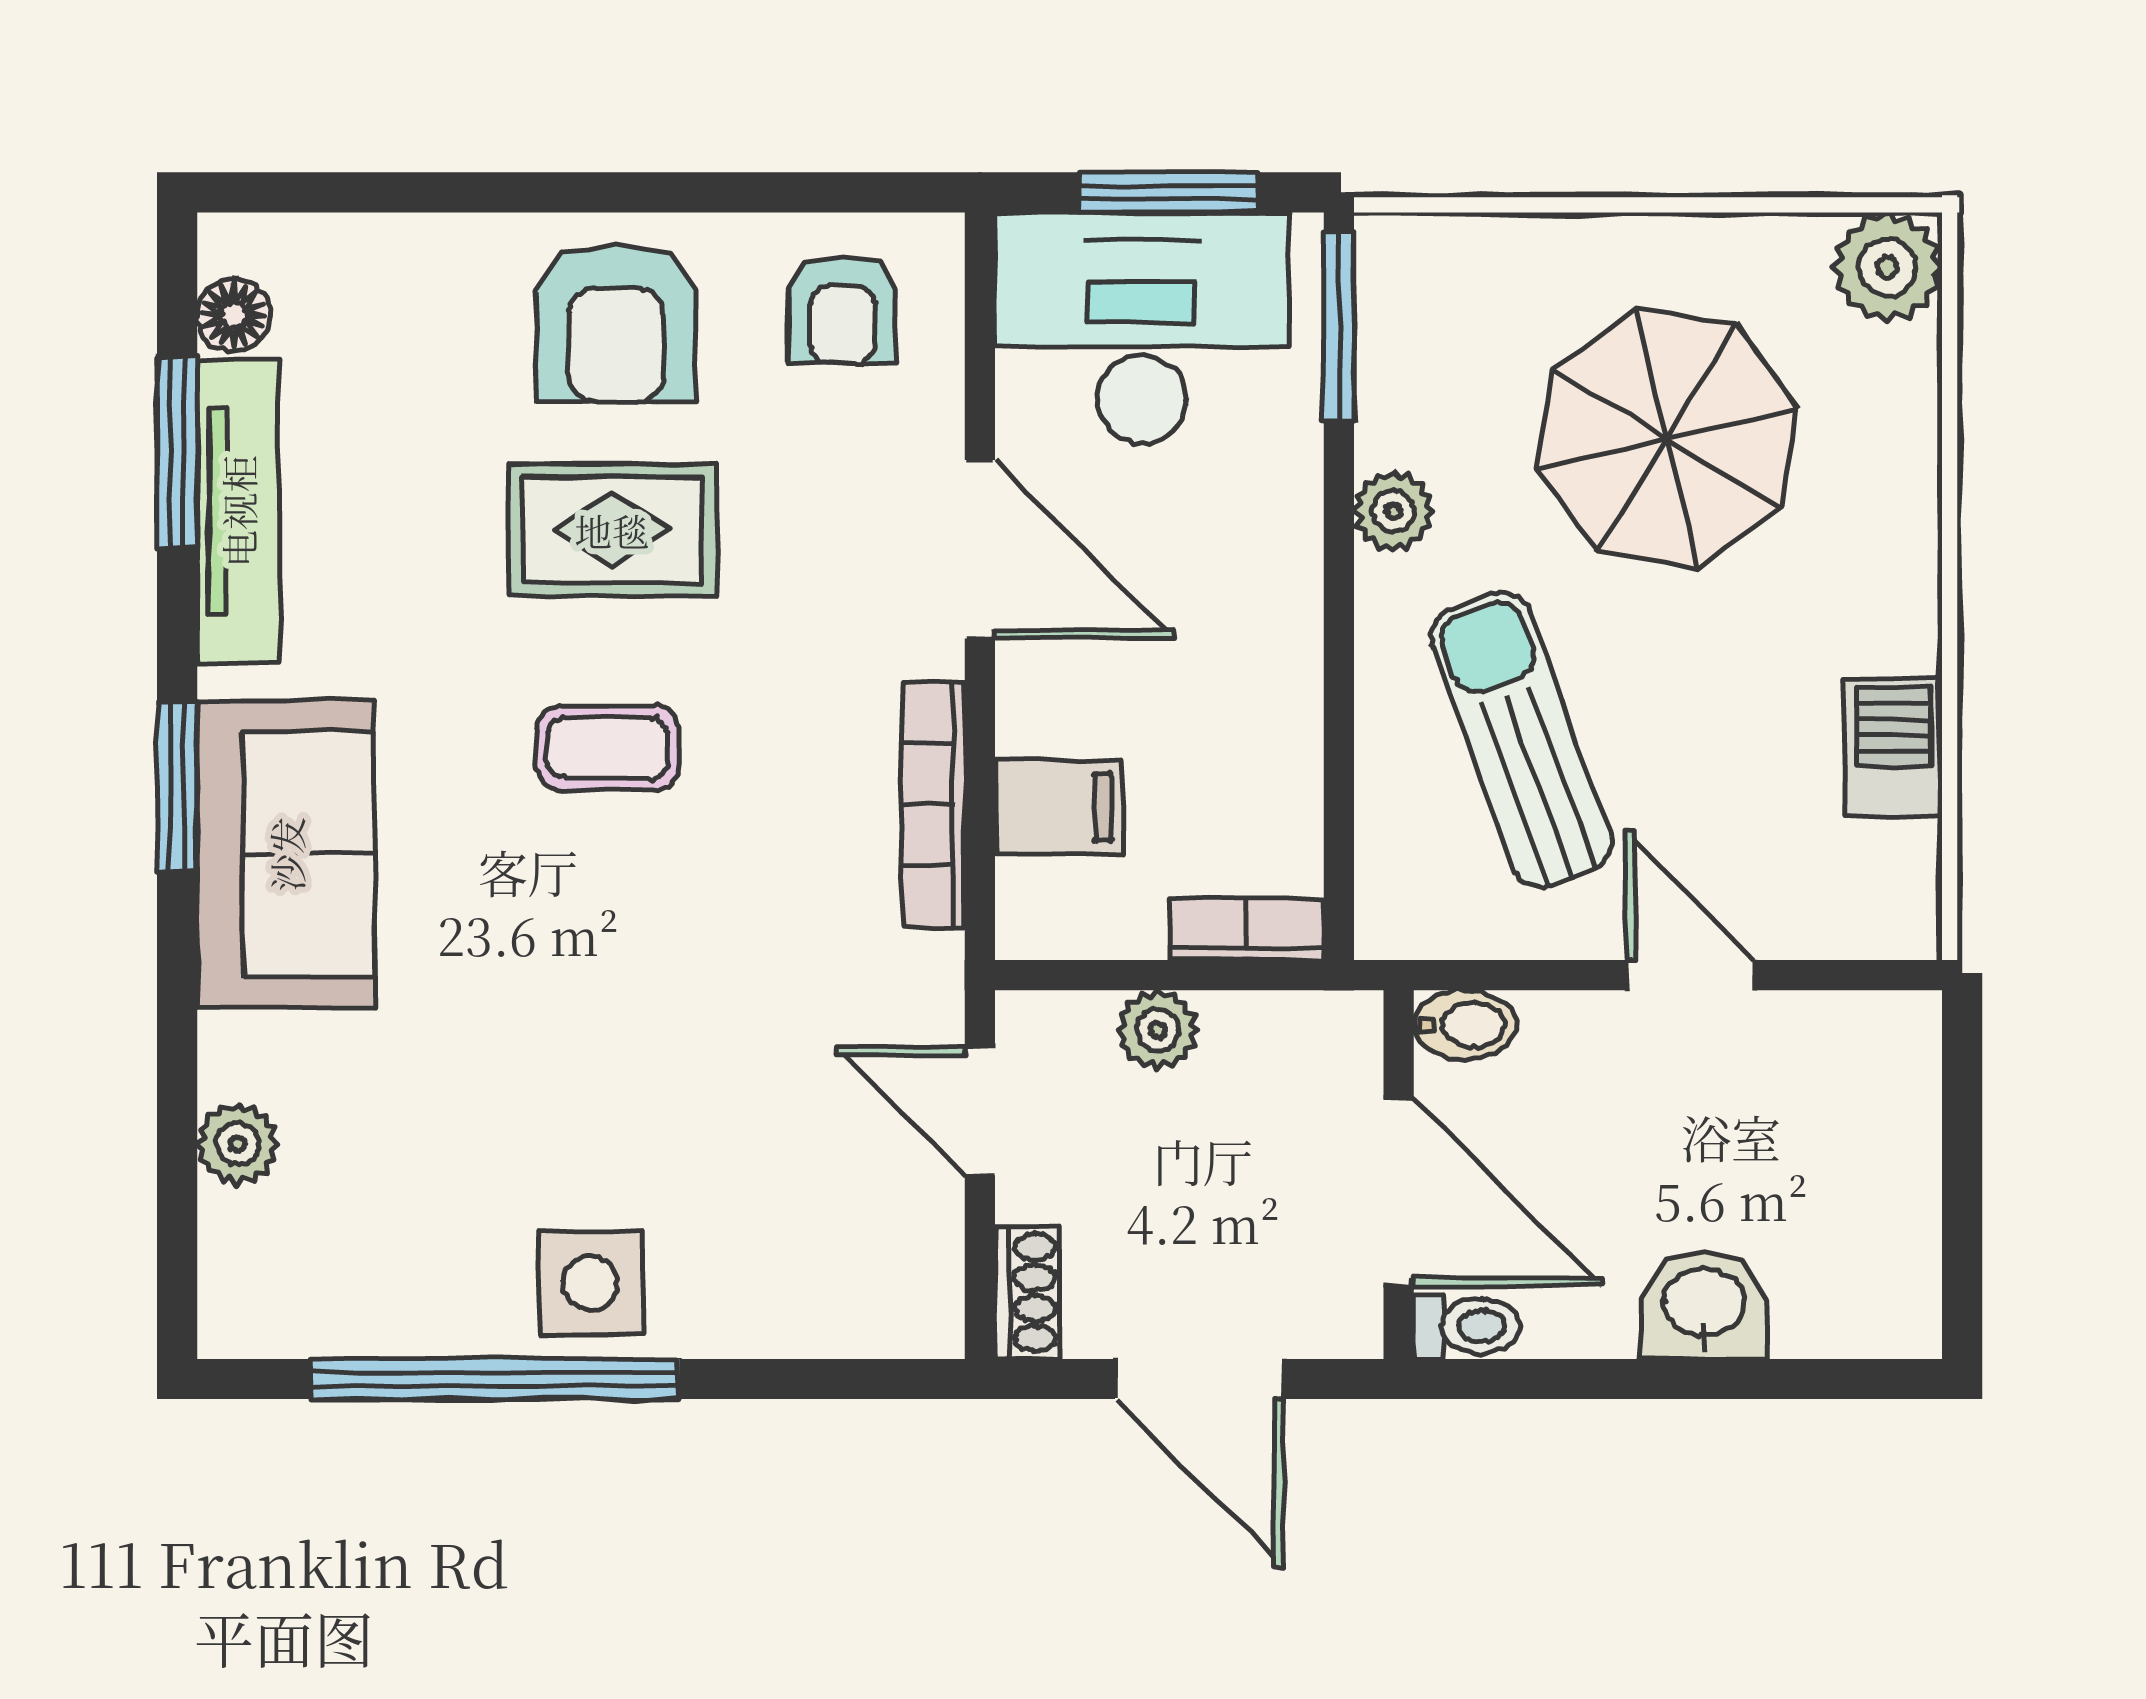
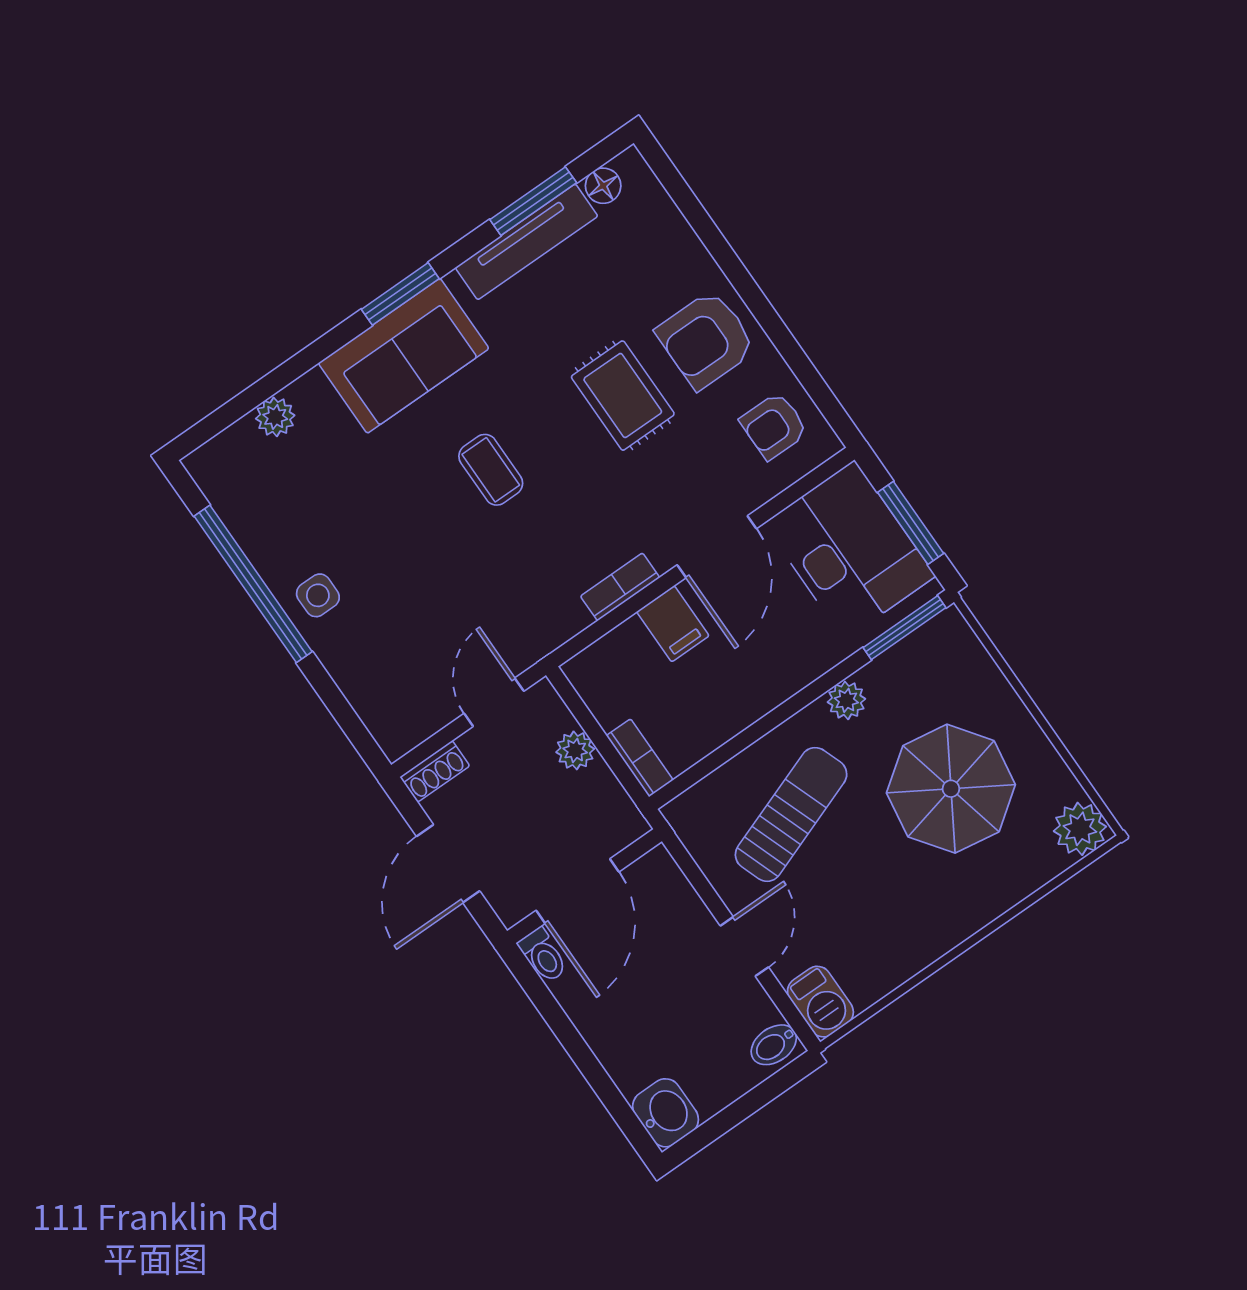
coffee table: (608, 748) -> (491, 470), moved
barbecue: (1893, 748) -> (820, 1002), moved, turned 90
bookcase: (934, 805) -> (620, 587), width x0.64
filing cabinet: (1058, 807) -> (673, 624), moved
bidet: (1465, 1025) -> (774, 1045), moved, turned 90
side table: (591, 1283) -> (318, 595), width x0.73, depth x0.73
washbasin: (1704, 1305) -> (666, 1113), moved

